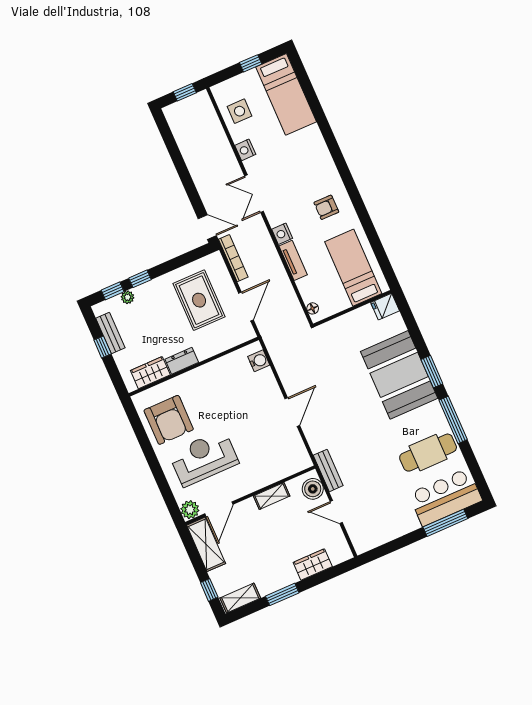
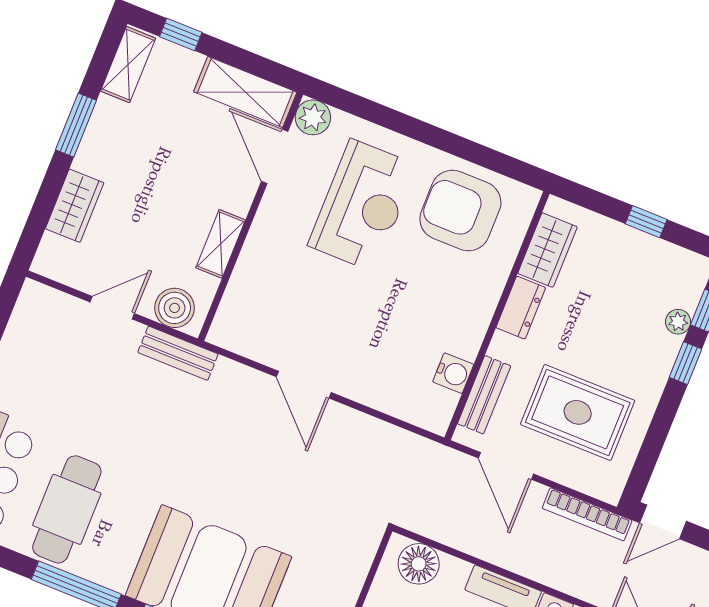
floor lamp: (313, 308) -> (419, 564), width x1.89, depth x1.89
bench: (110, 333) -> (484, 395), moved, turned 90
water cooler: (259, 361) -> (453, 373), moved, turned -90

